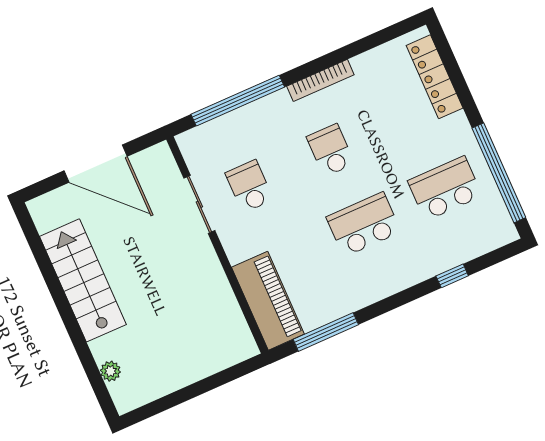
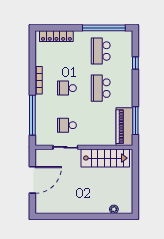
stairs: (83, 280) -> (105, 158), moved, turned 180
piano: (268, 301) -> (124, 127), moved, turned -90

